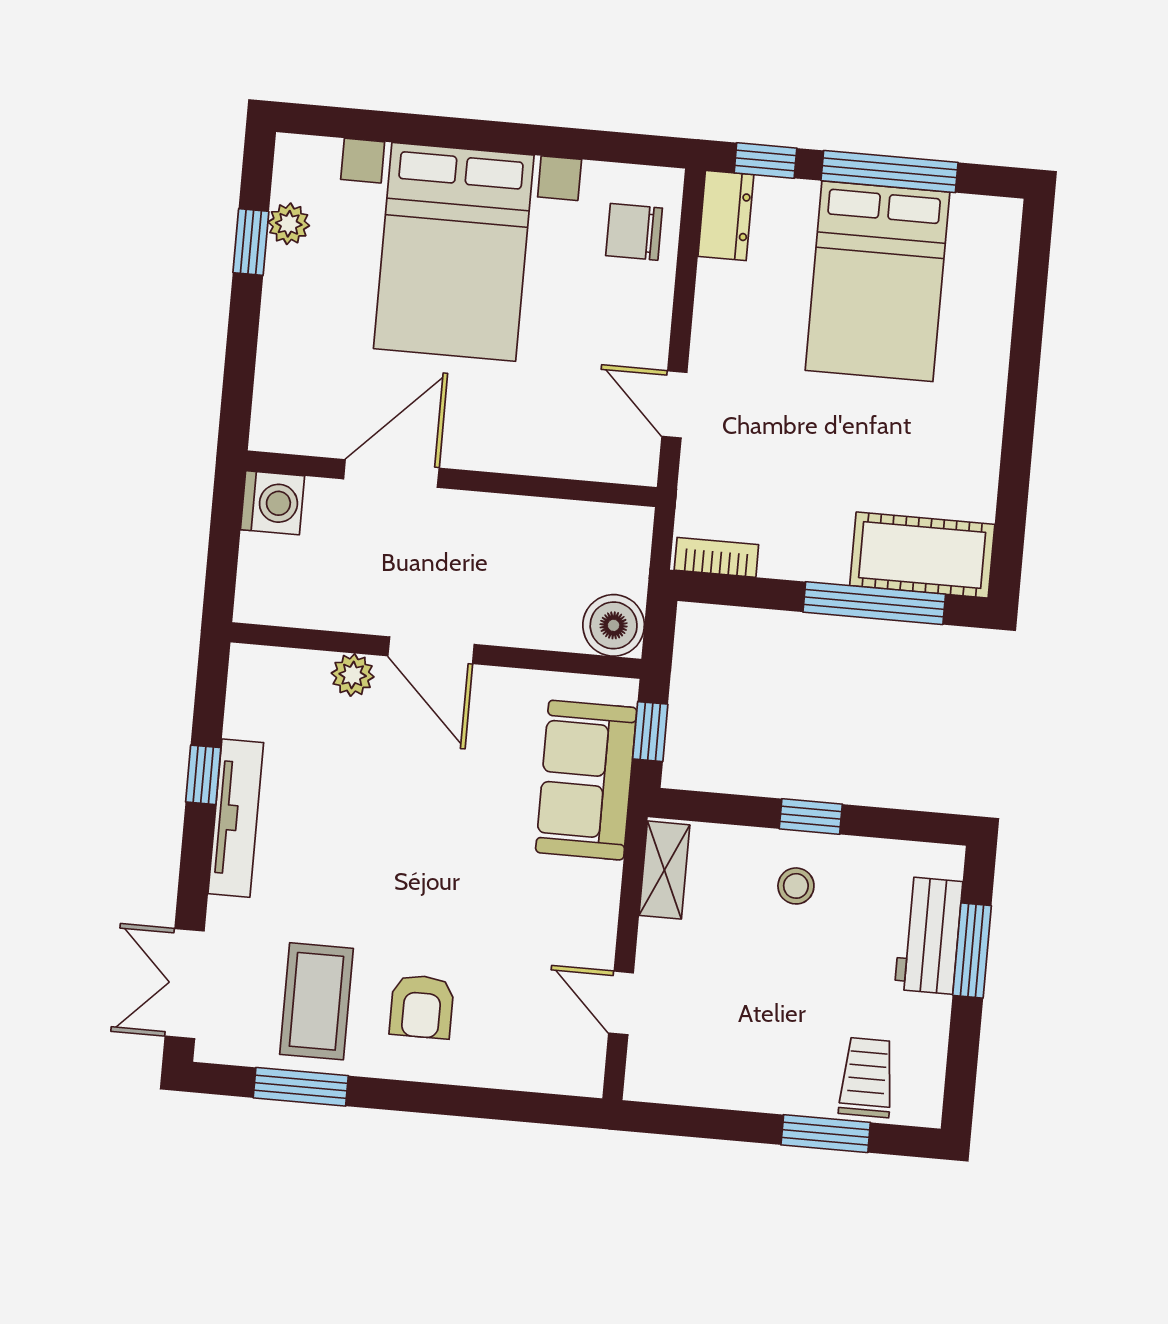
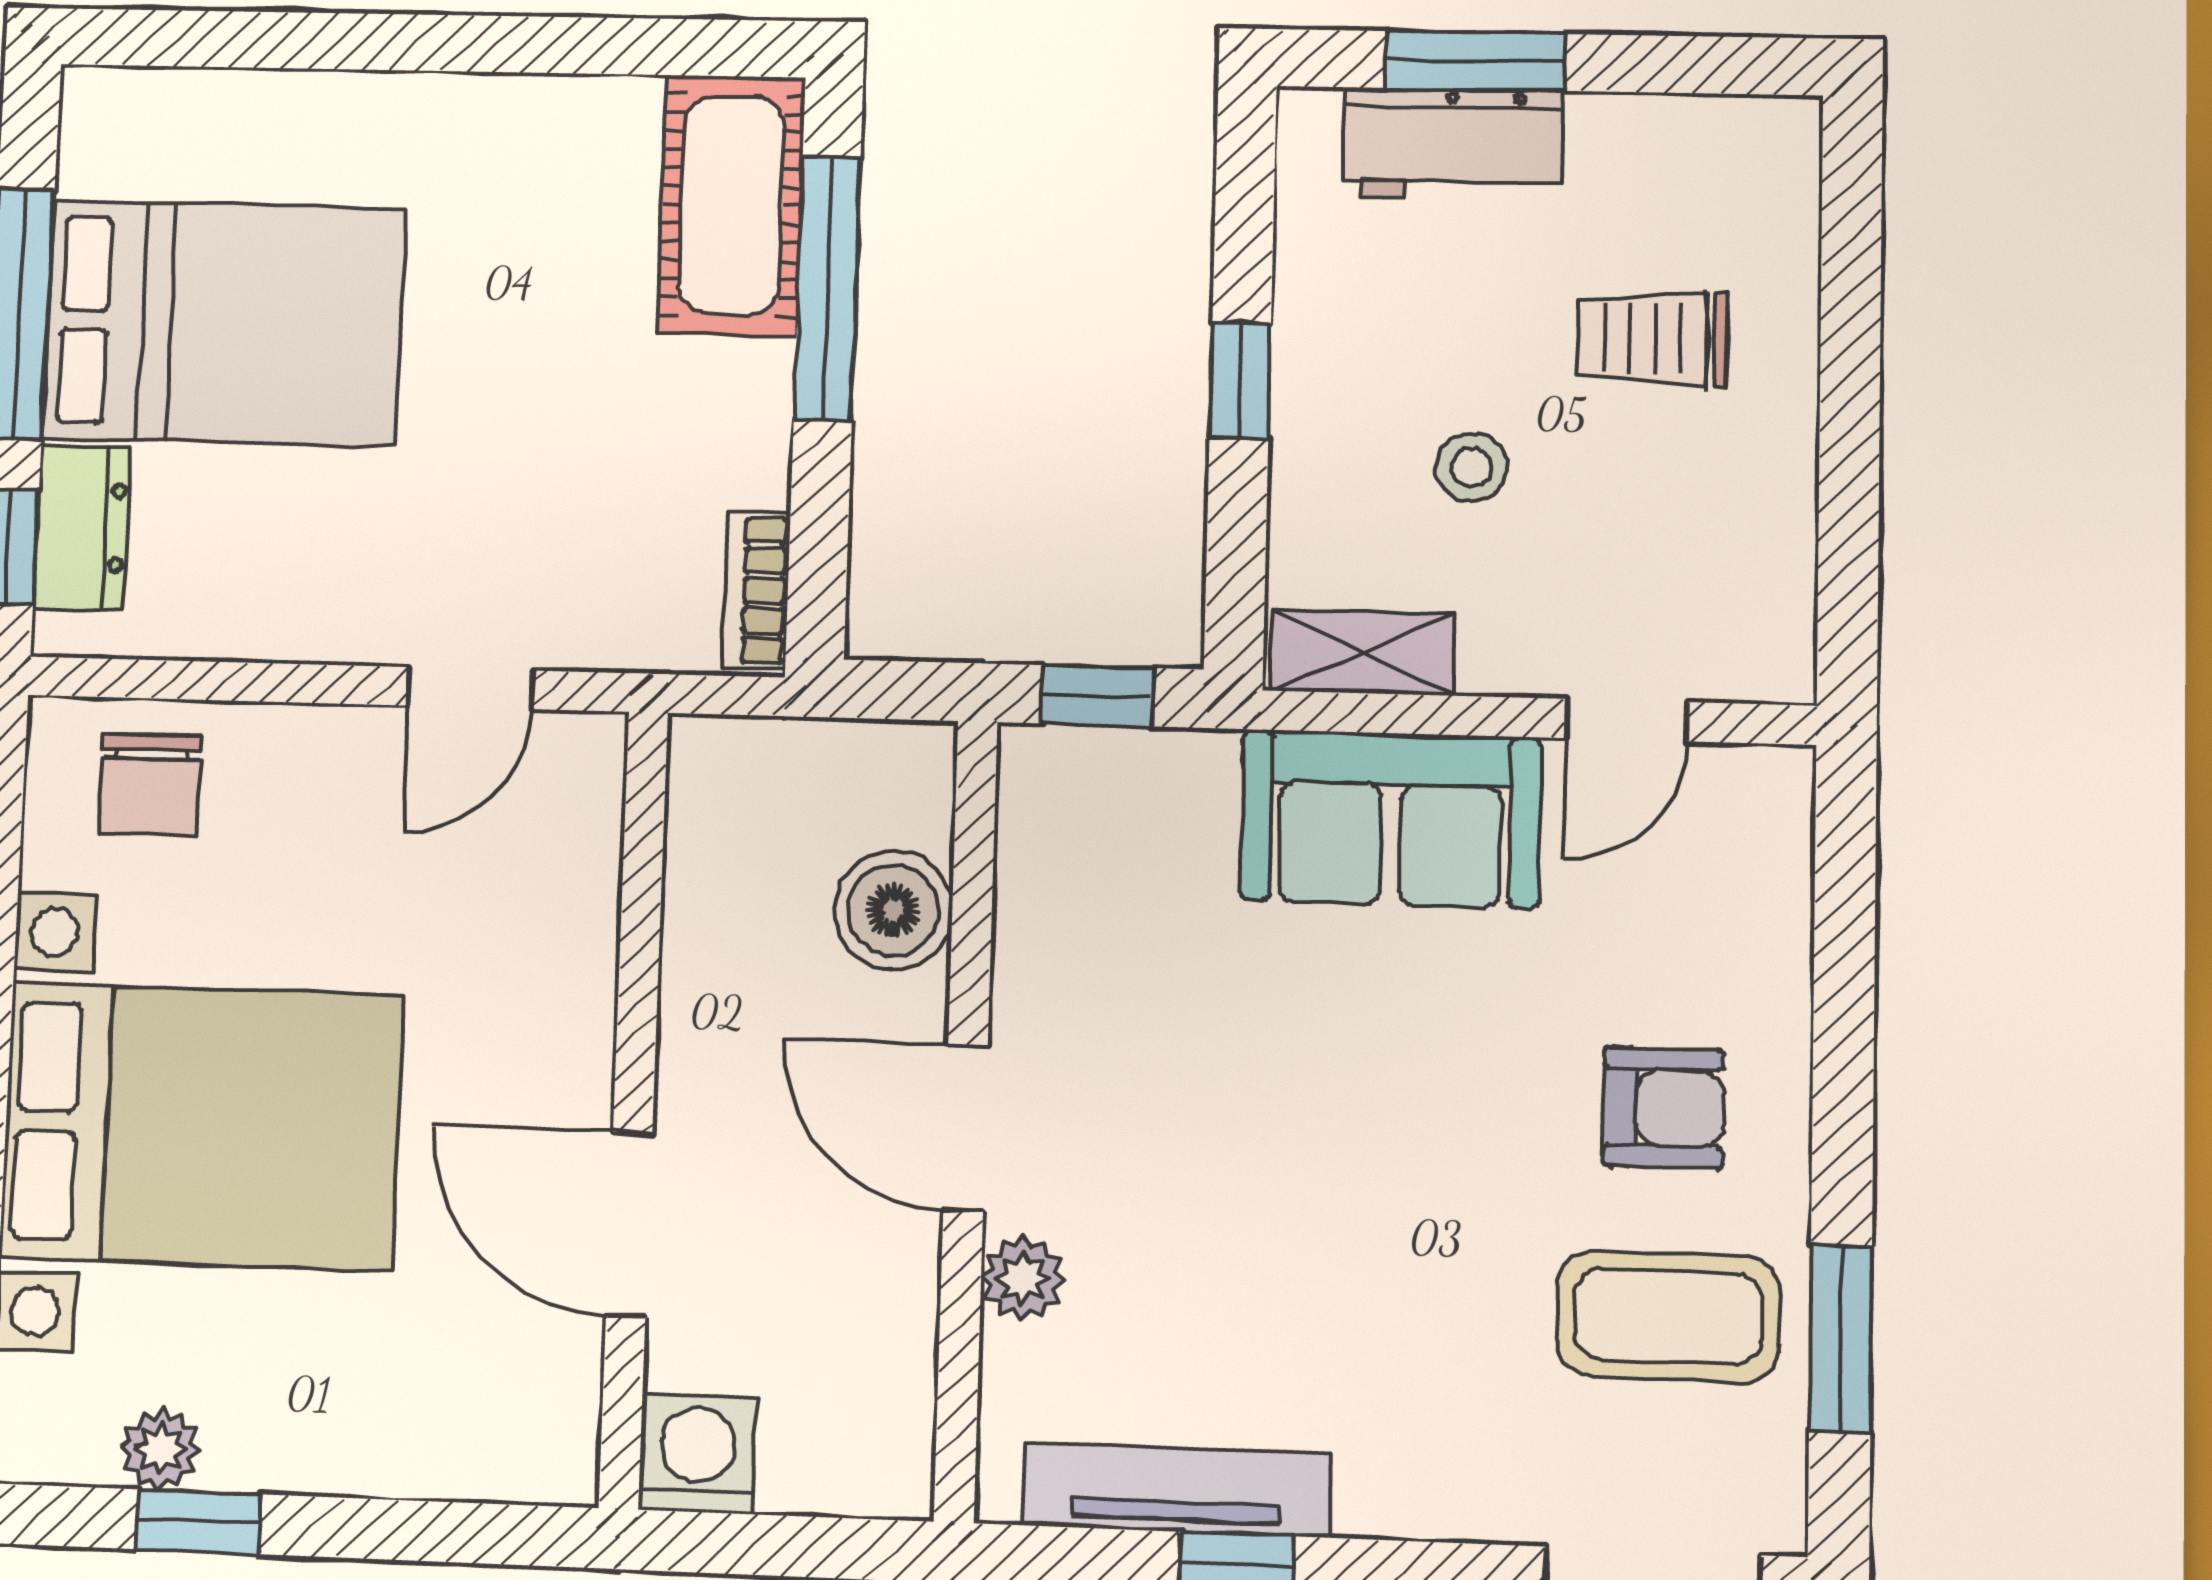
dresser: (726, 216) -> (82, 527), moved, turned 90
boiler: (614, 625) -> (893, 910), moved
door: (431, 650) -> (966, 1128), swing flipped
sofa: (586, 780) -> (1391, 819), moved
tv unit: (236, 818) -> (1177, 1490), moved
stool: (796, 886) -> (1472, 467), moved
trolley: (867, 1078) -> (1653, 338), moved
window: (826, 1134) -> (1851, 312), removed

